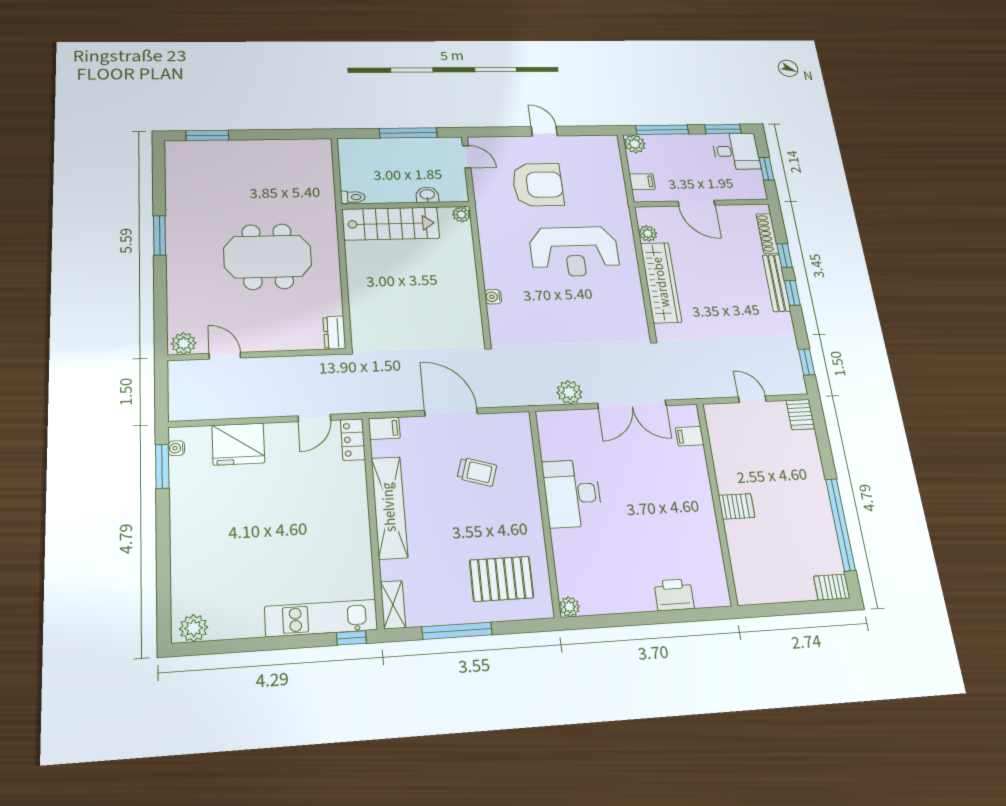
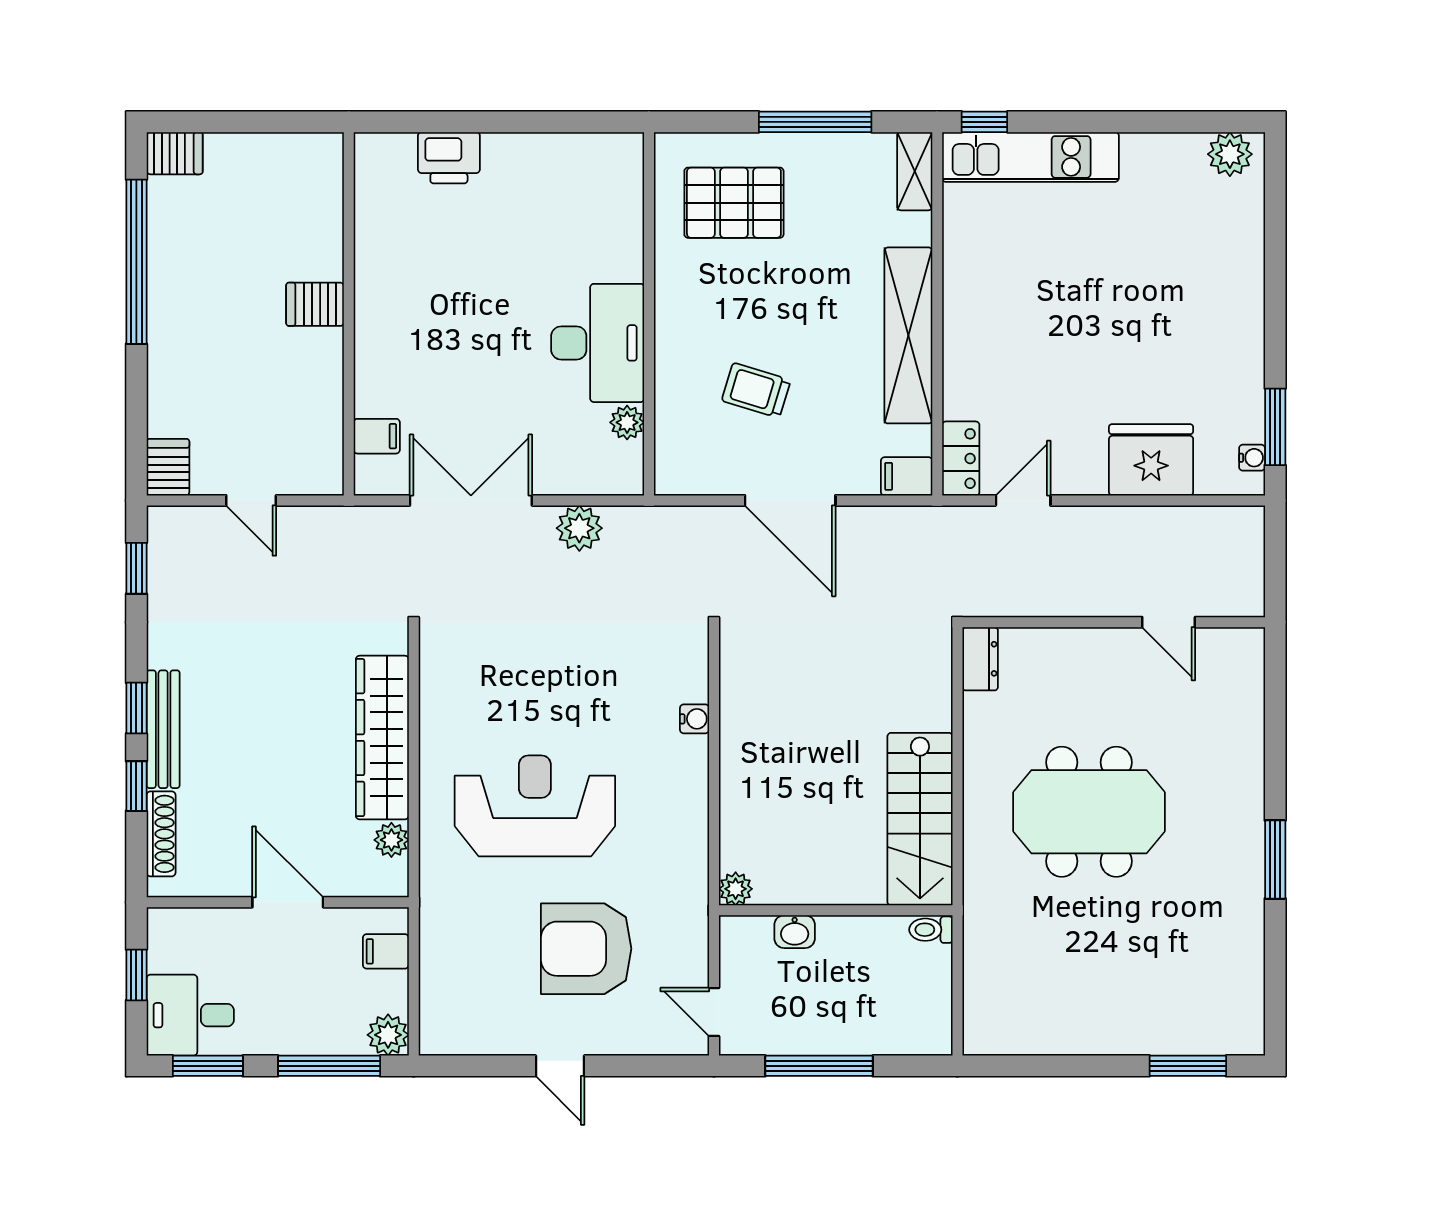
stairs: (391, 224) -> (920, 819), moved, turned -90
plant: (184, 343) -> (1237, 648), removed
plant: (569, 607) -> (627, 422), moved

